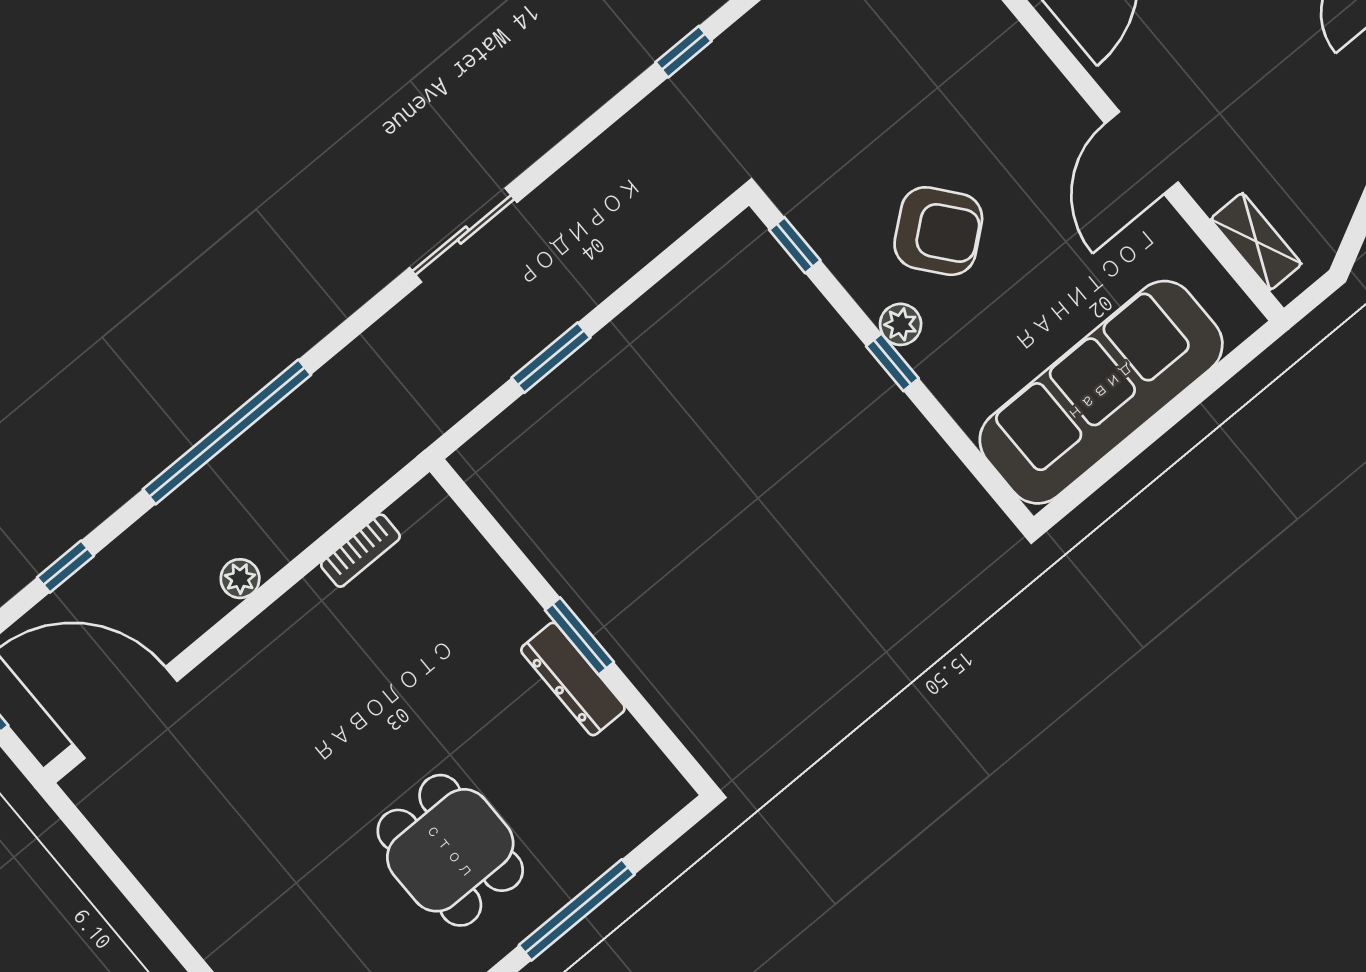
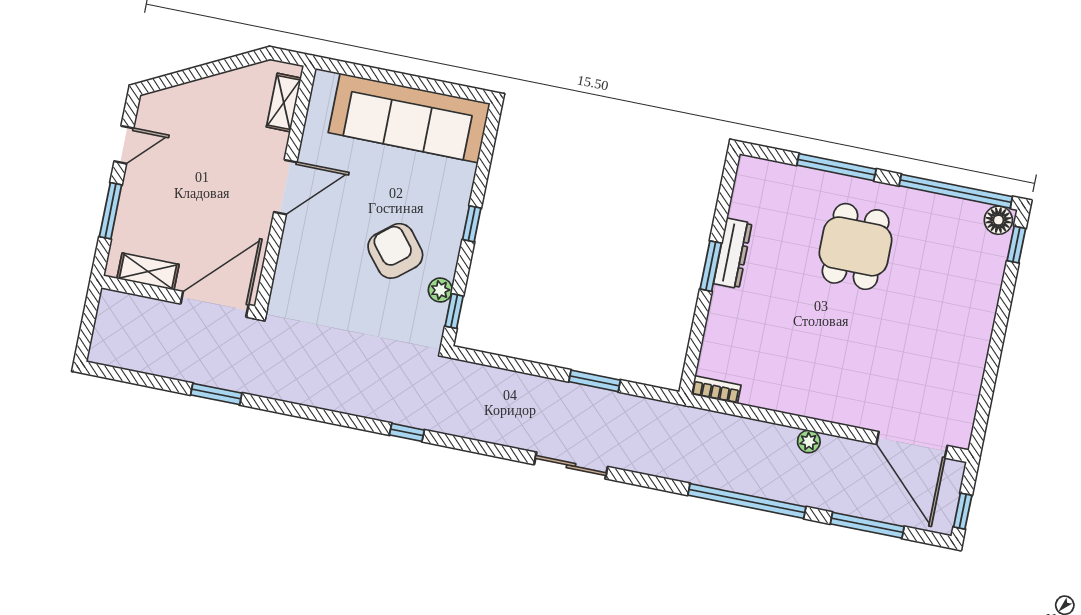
plant: (901, 324) -> (440, 290), moved
bookcase: (360, 551) -> (716, 390), moved
window: (65, 567) -> (867, 525), width x2.17

